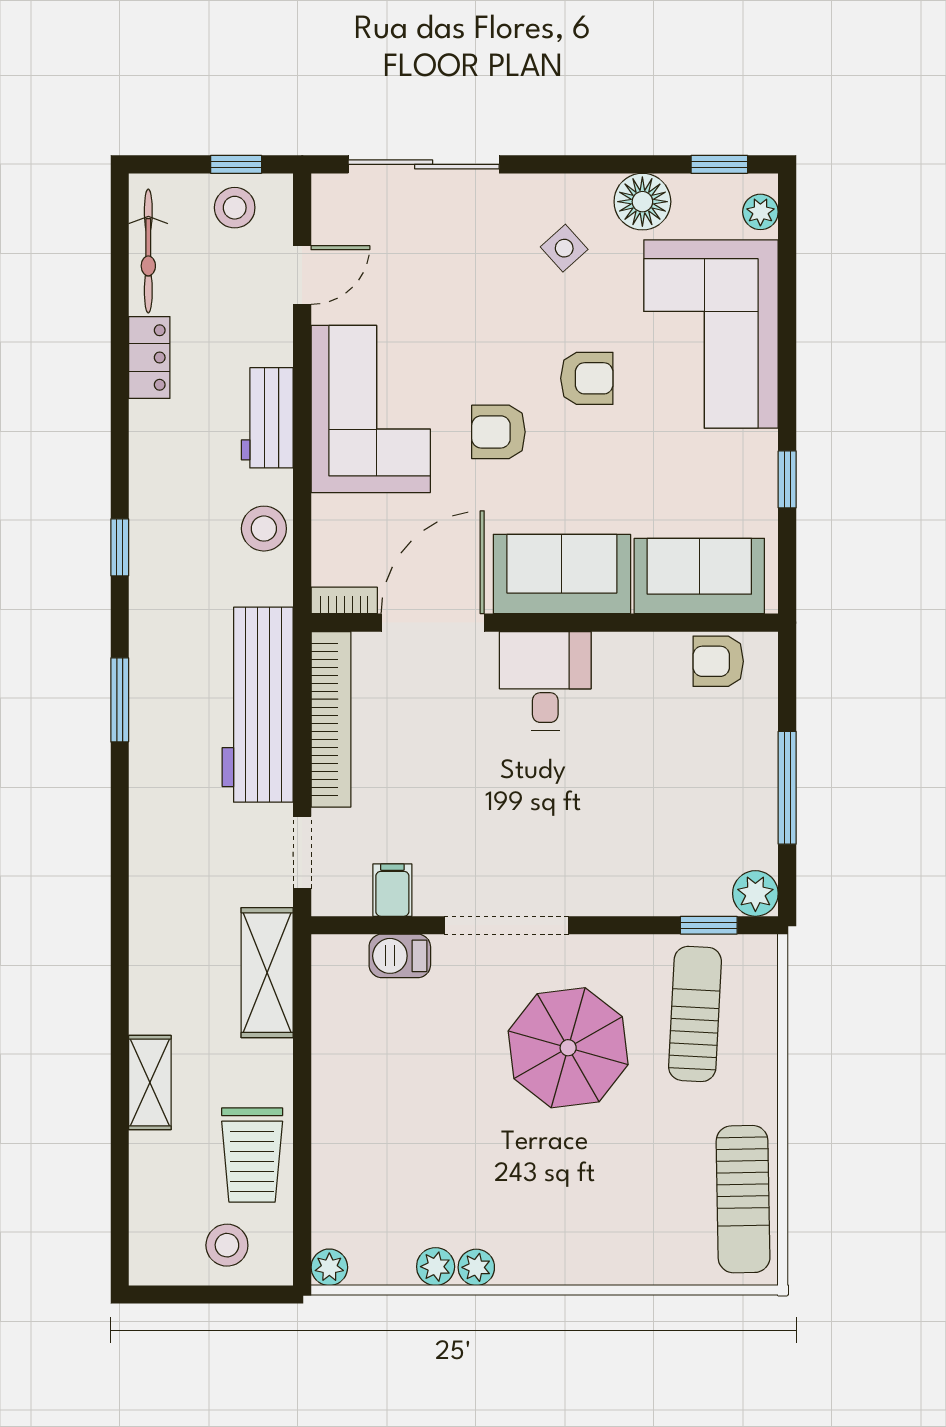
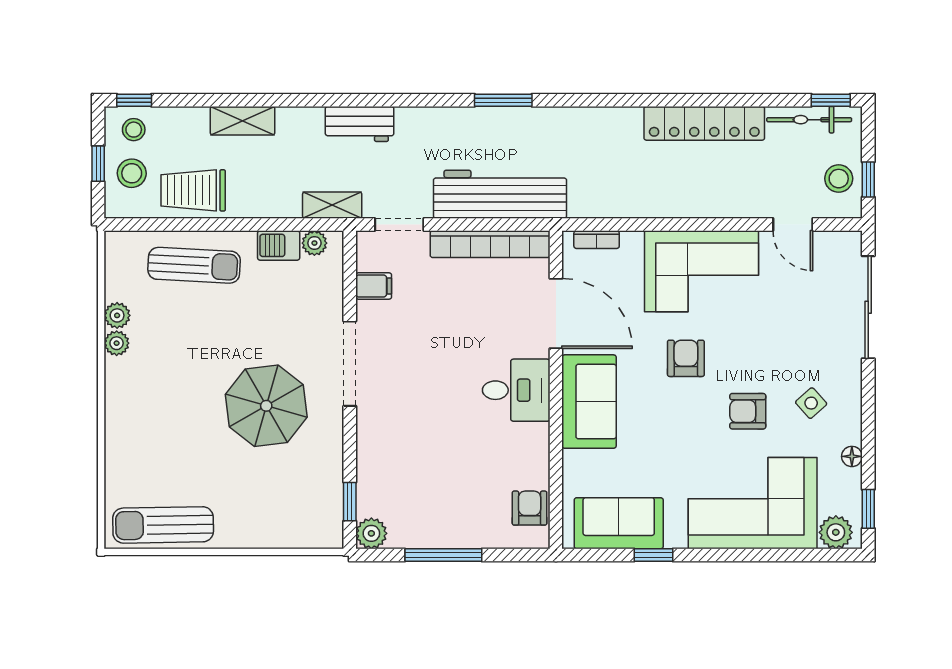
floor lamp: (642, 202) -> (852, 456), width x0.53, depth x0.53
plant: (760, 212) -> (836, 532), width x1.38, depth x1.38
locker: (149, 358) -> (704, 123), width x2.16, depth x1.21
armchair: (587, 378) -> (748, 411), moved, turned 90
workbench: (267, 418) -> (360, 124), moved, turned 180
stool: (264, 529) -> (134, 130), moved, width x0.73, depth x0.73
window: (120, 547) -> (831, 100), moved
sofa: (699, 576) -> (619, 523), moved, turned -90
bookcase: (344, 600) -> (597, 240), moved, turned 90
barbecue: (400, 956) -> (279, 245), moved, turned -90
shelving: (267, 973) -> (332, 205), width x0.67, depth x0.75
sun lounger: (695, 1014) -> (194, 265), moved
window: (120, 1241) -> (134, 100), added
plant: (329, 1267) -> (314, 243), moved
window: (213, 1294) -> (98, 164), added

